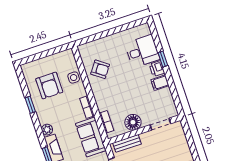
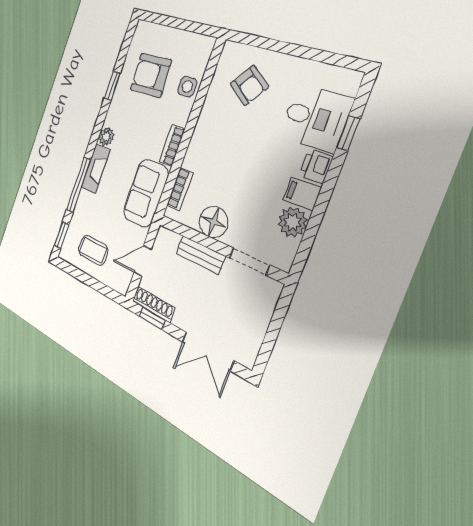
window: (163, 59) -> (348, 133), moved
armchair: (100, 69) -> (249, 85), moved
armchair: (49, 85) -> (151, 75), turned 88
plant: (165, 96) -> (293, 222), added
bench: (127, 143) -> (200, 255), moved

